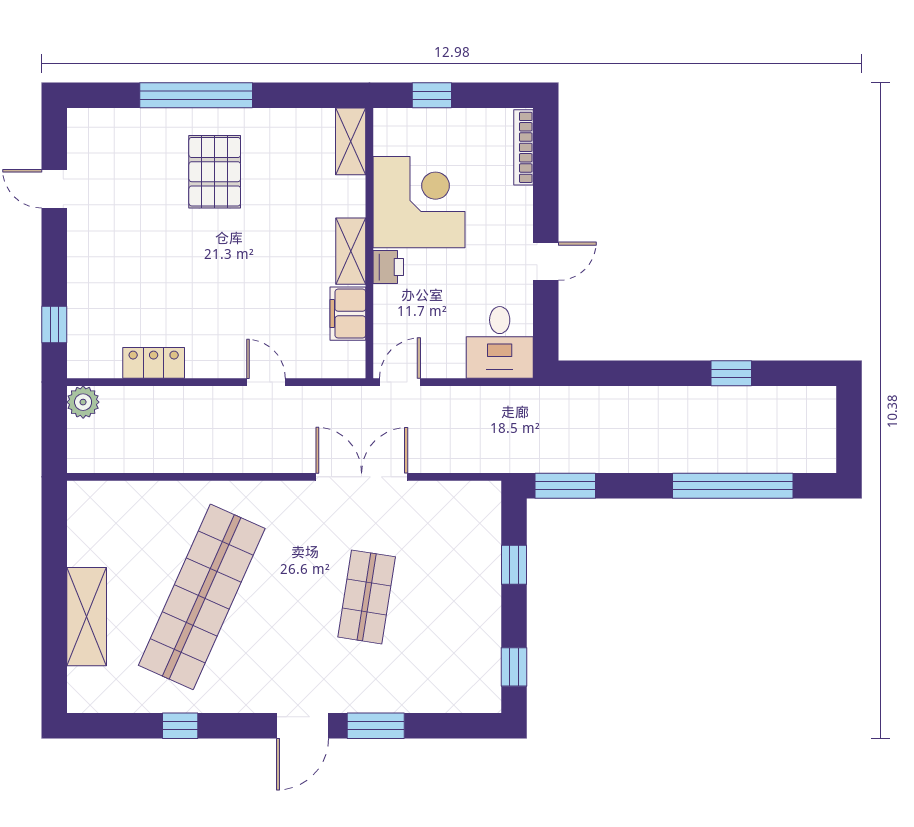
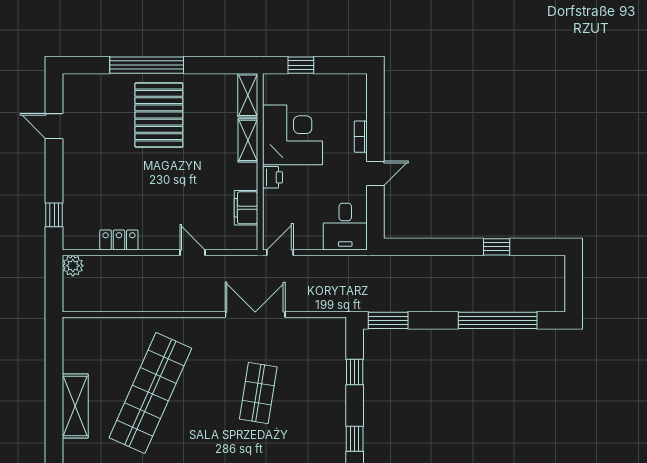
bookcase: (523, 147) -> (361, 137), moved, width x0.64
pallet: (215, 172) -> (159, 115), width x1.37, depth x1.41
shelving: (351, 251) -> (248, 140), moved

